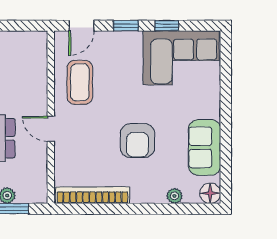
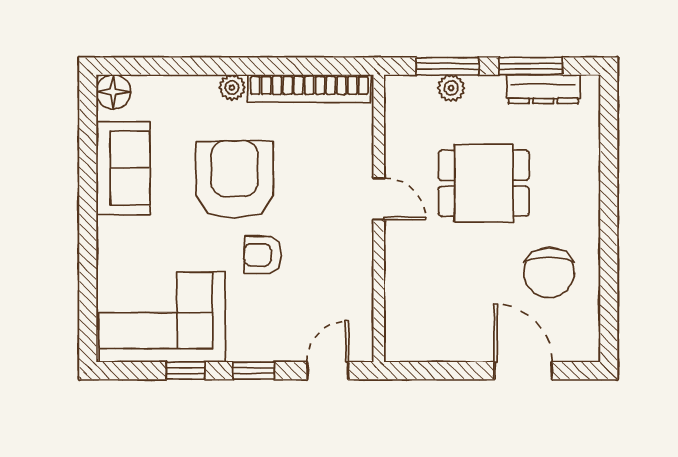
coffee table: (80, 82) -> (330, 276), removed
armchair: (120, 95) -> (263, 255), added
armchair: (137, 141) -> (235, 180), width x1.36, depth x1.36
plant: (175, 196) -> (232, 87), moved

